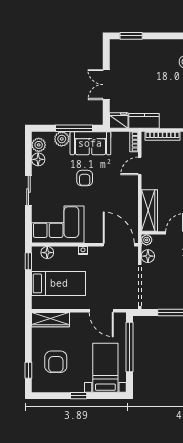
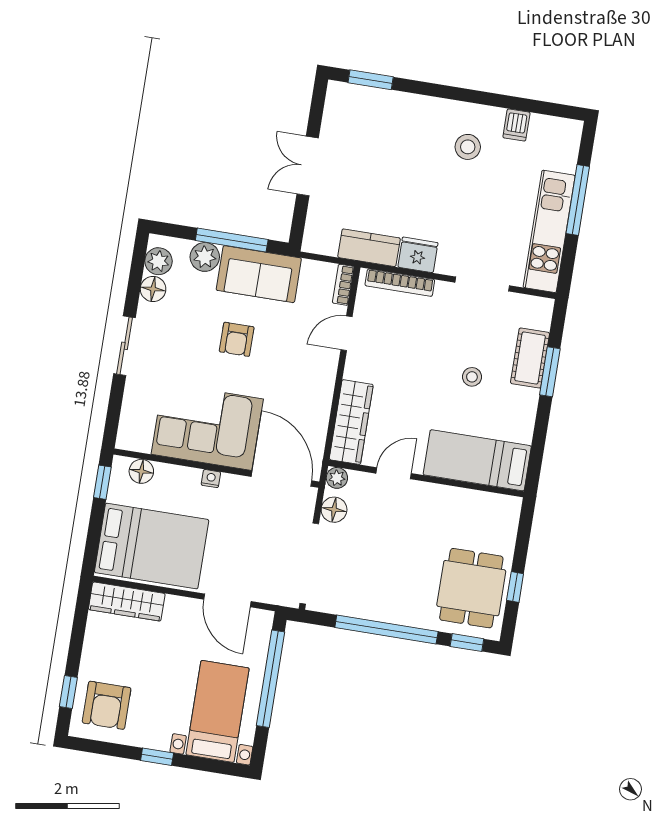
fridge: (119, 120) -> (418, 255), moved
corner sofa: (58, 225) -> (207, 427), moved
bed: (59, 283) -> (152, 546), width x1.50
armchair: (56, 362) -> (107, 705), moved

